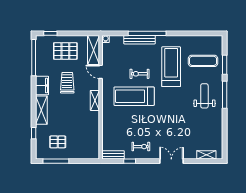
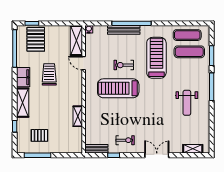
exercise mat: (201, 45) -> (187, 35), added
pallet: (65, 51) -> (36, 39), moved, turned 90
weight bench: (204, 96) -> (187, 103), moved, turned 180
shelving: (95, 100) -> (78, 116), moved

